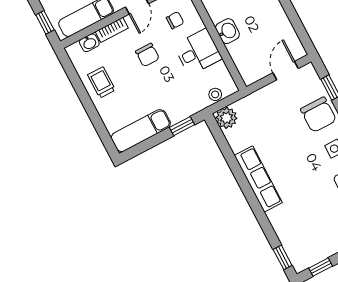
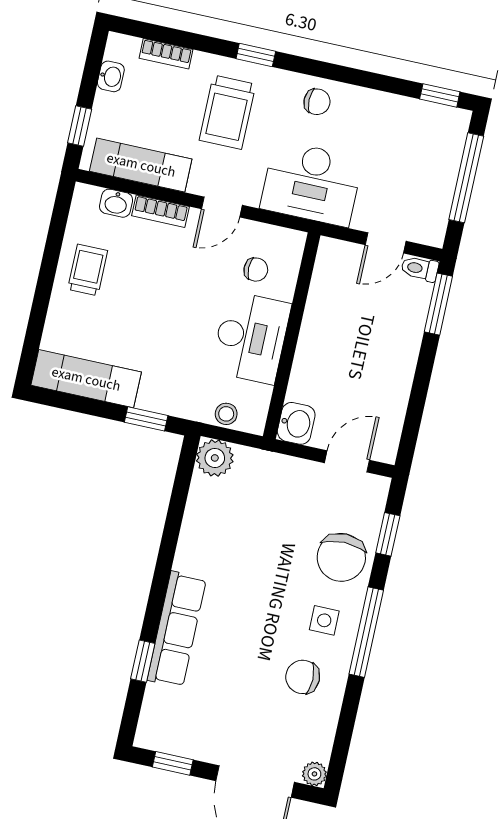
washbasin: (227, 31) -> (296, 423), moved
desk: (198, 52) -> (251, 338), width x1.37
chair: (147, 55) -> (180, 285), removed
row of seats: (258, 179) -> (177, 629), moved
window: (283, 257) -> (143, 661), moved

